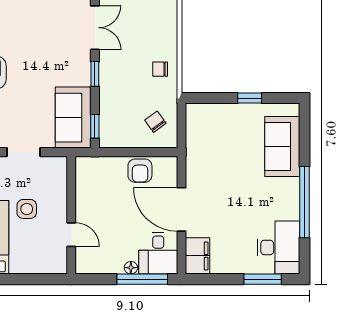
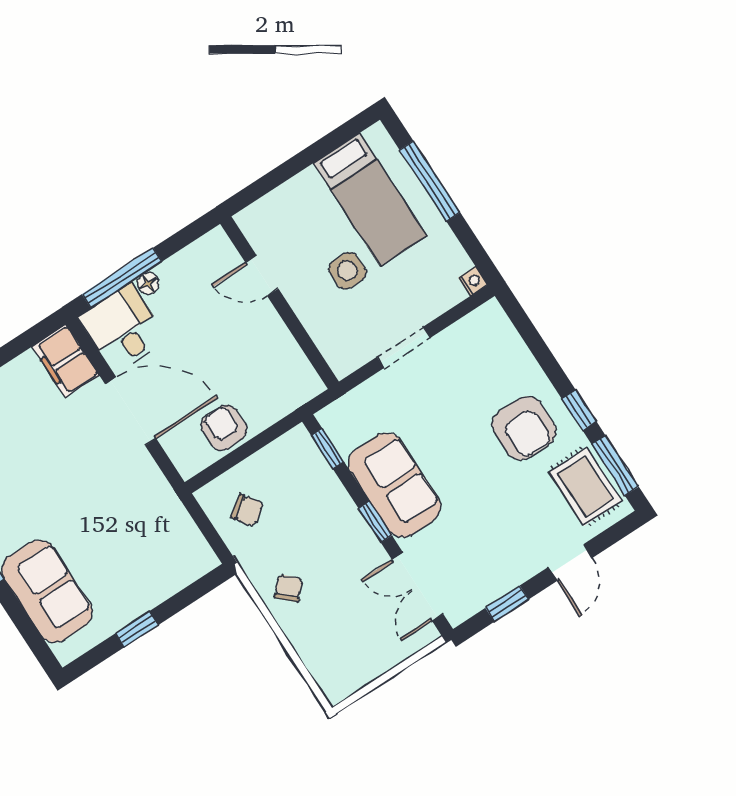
chair: (160, 69) -> (288, 588), turned -46
sofa: (73, 118) -> (395, 485), moved

